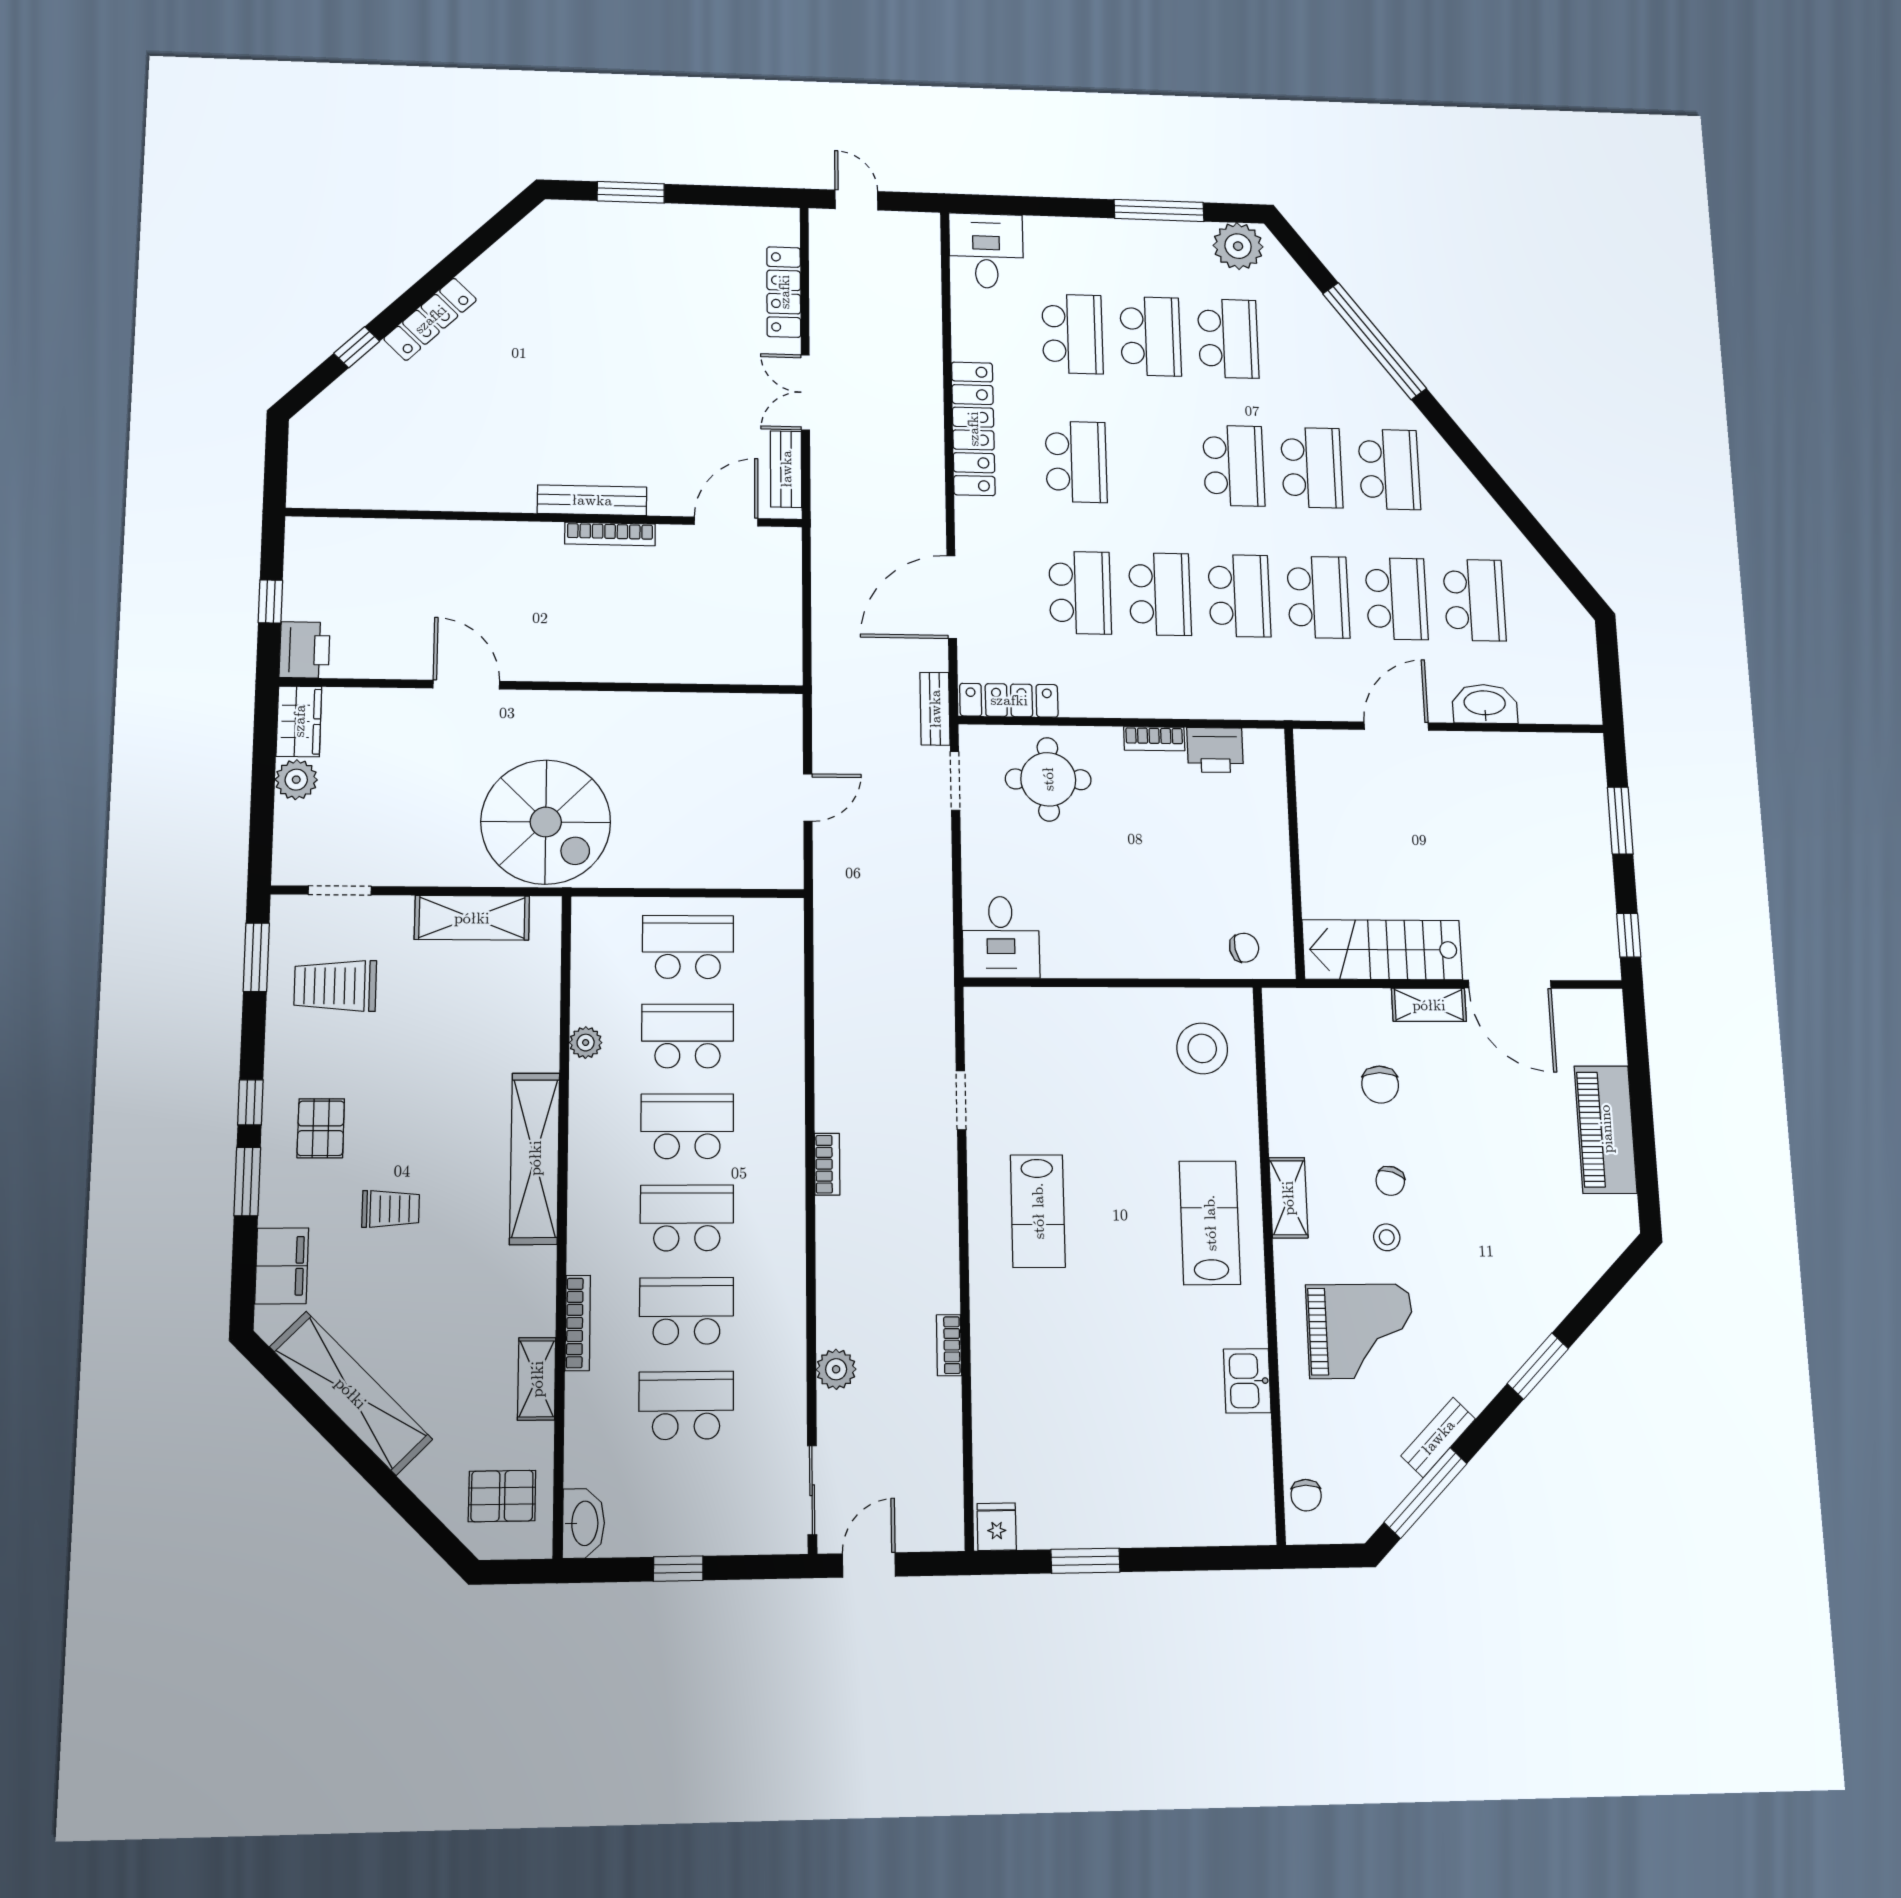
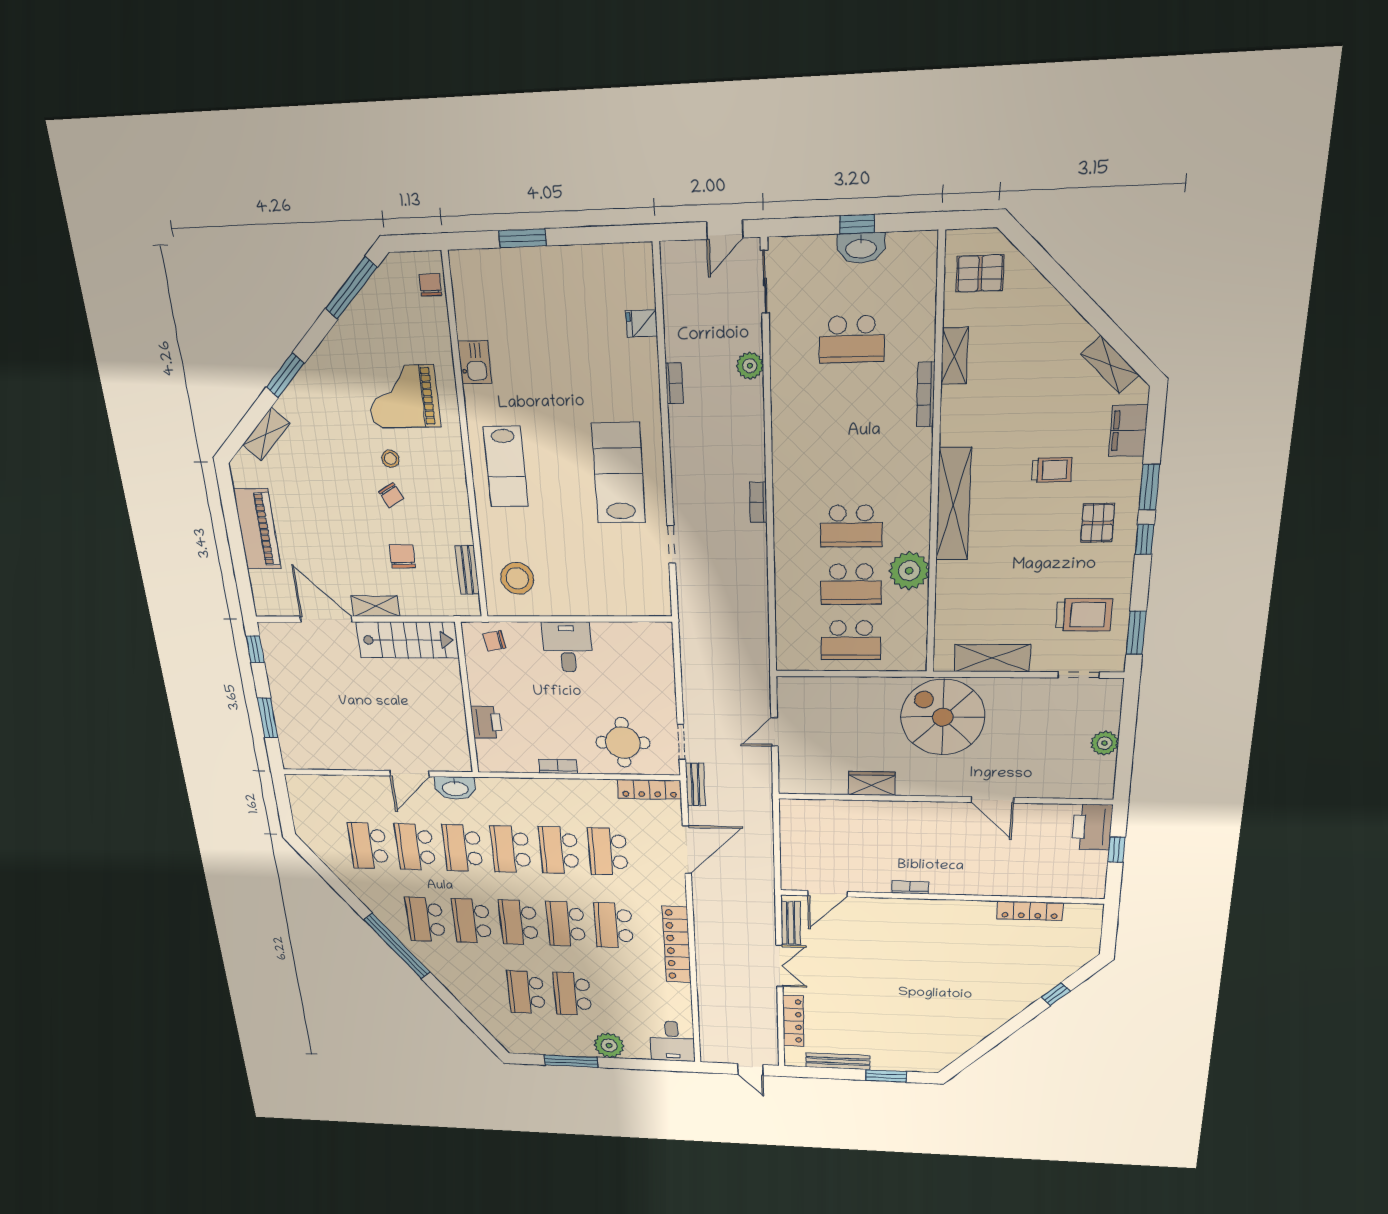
plant: (1238, 246) -> (609, 1045), moved
locker: (430, 319) -> (1030, 911), moved, turned -135
school desk: (1072, 334) -> (566, 924), moved
window: (1375, 341) -> (397, 946), moved
bench: (592, 500) -> (838, 1061), moved
bookcase: (610, 534) -> (910, 887), width x0.64
printer: (305, 650) -> (1092, 827), width x1.37, depth x1.19
washbasin: (1485, 704) -> (455, 788), moved
wardrobe: (299, 721) -> (872, 783), moved, turned 90
printer: (1215, 750) -> (486, 722), moved, turned 90
desk: (1001, 937) -> (567, 647), moved
plant: (586, 1043) -> (909, 571), width x1.88, depth x1.88
chair: (1390, 1181) -> (391, 495), turned 133
shelving: (1288, 1198) -> (266, 434), moved, turned 45
trolley: (391, 1209) -> (1052, 470), turned 180
lab bench: (1038, 1211) -> (619, 473), width x1.36, depth x1.39
school desk: (687, 1218) -> (851, 466), removed
school desk: (687, 1311) -> (852, 404), removed
shelving: (351, 1393) -> (1110, 365), width x0.45, depth x0.75
bench: (1438, 1437) -> (467, 570), moved, turned -45
washbasin: (584, 1523) -> (861, 248), moved, turned -90
fridge: (997, 1527) -> (642, 323), moved, turned 90
window: (1085, 1561) -> (522, 238), moved

